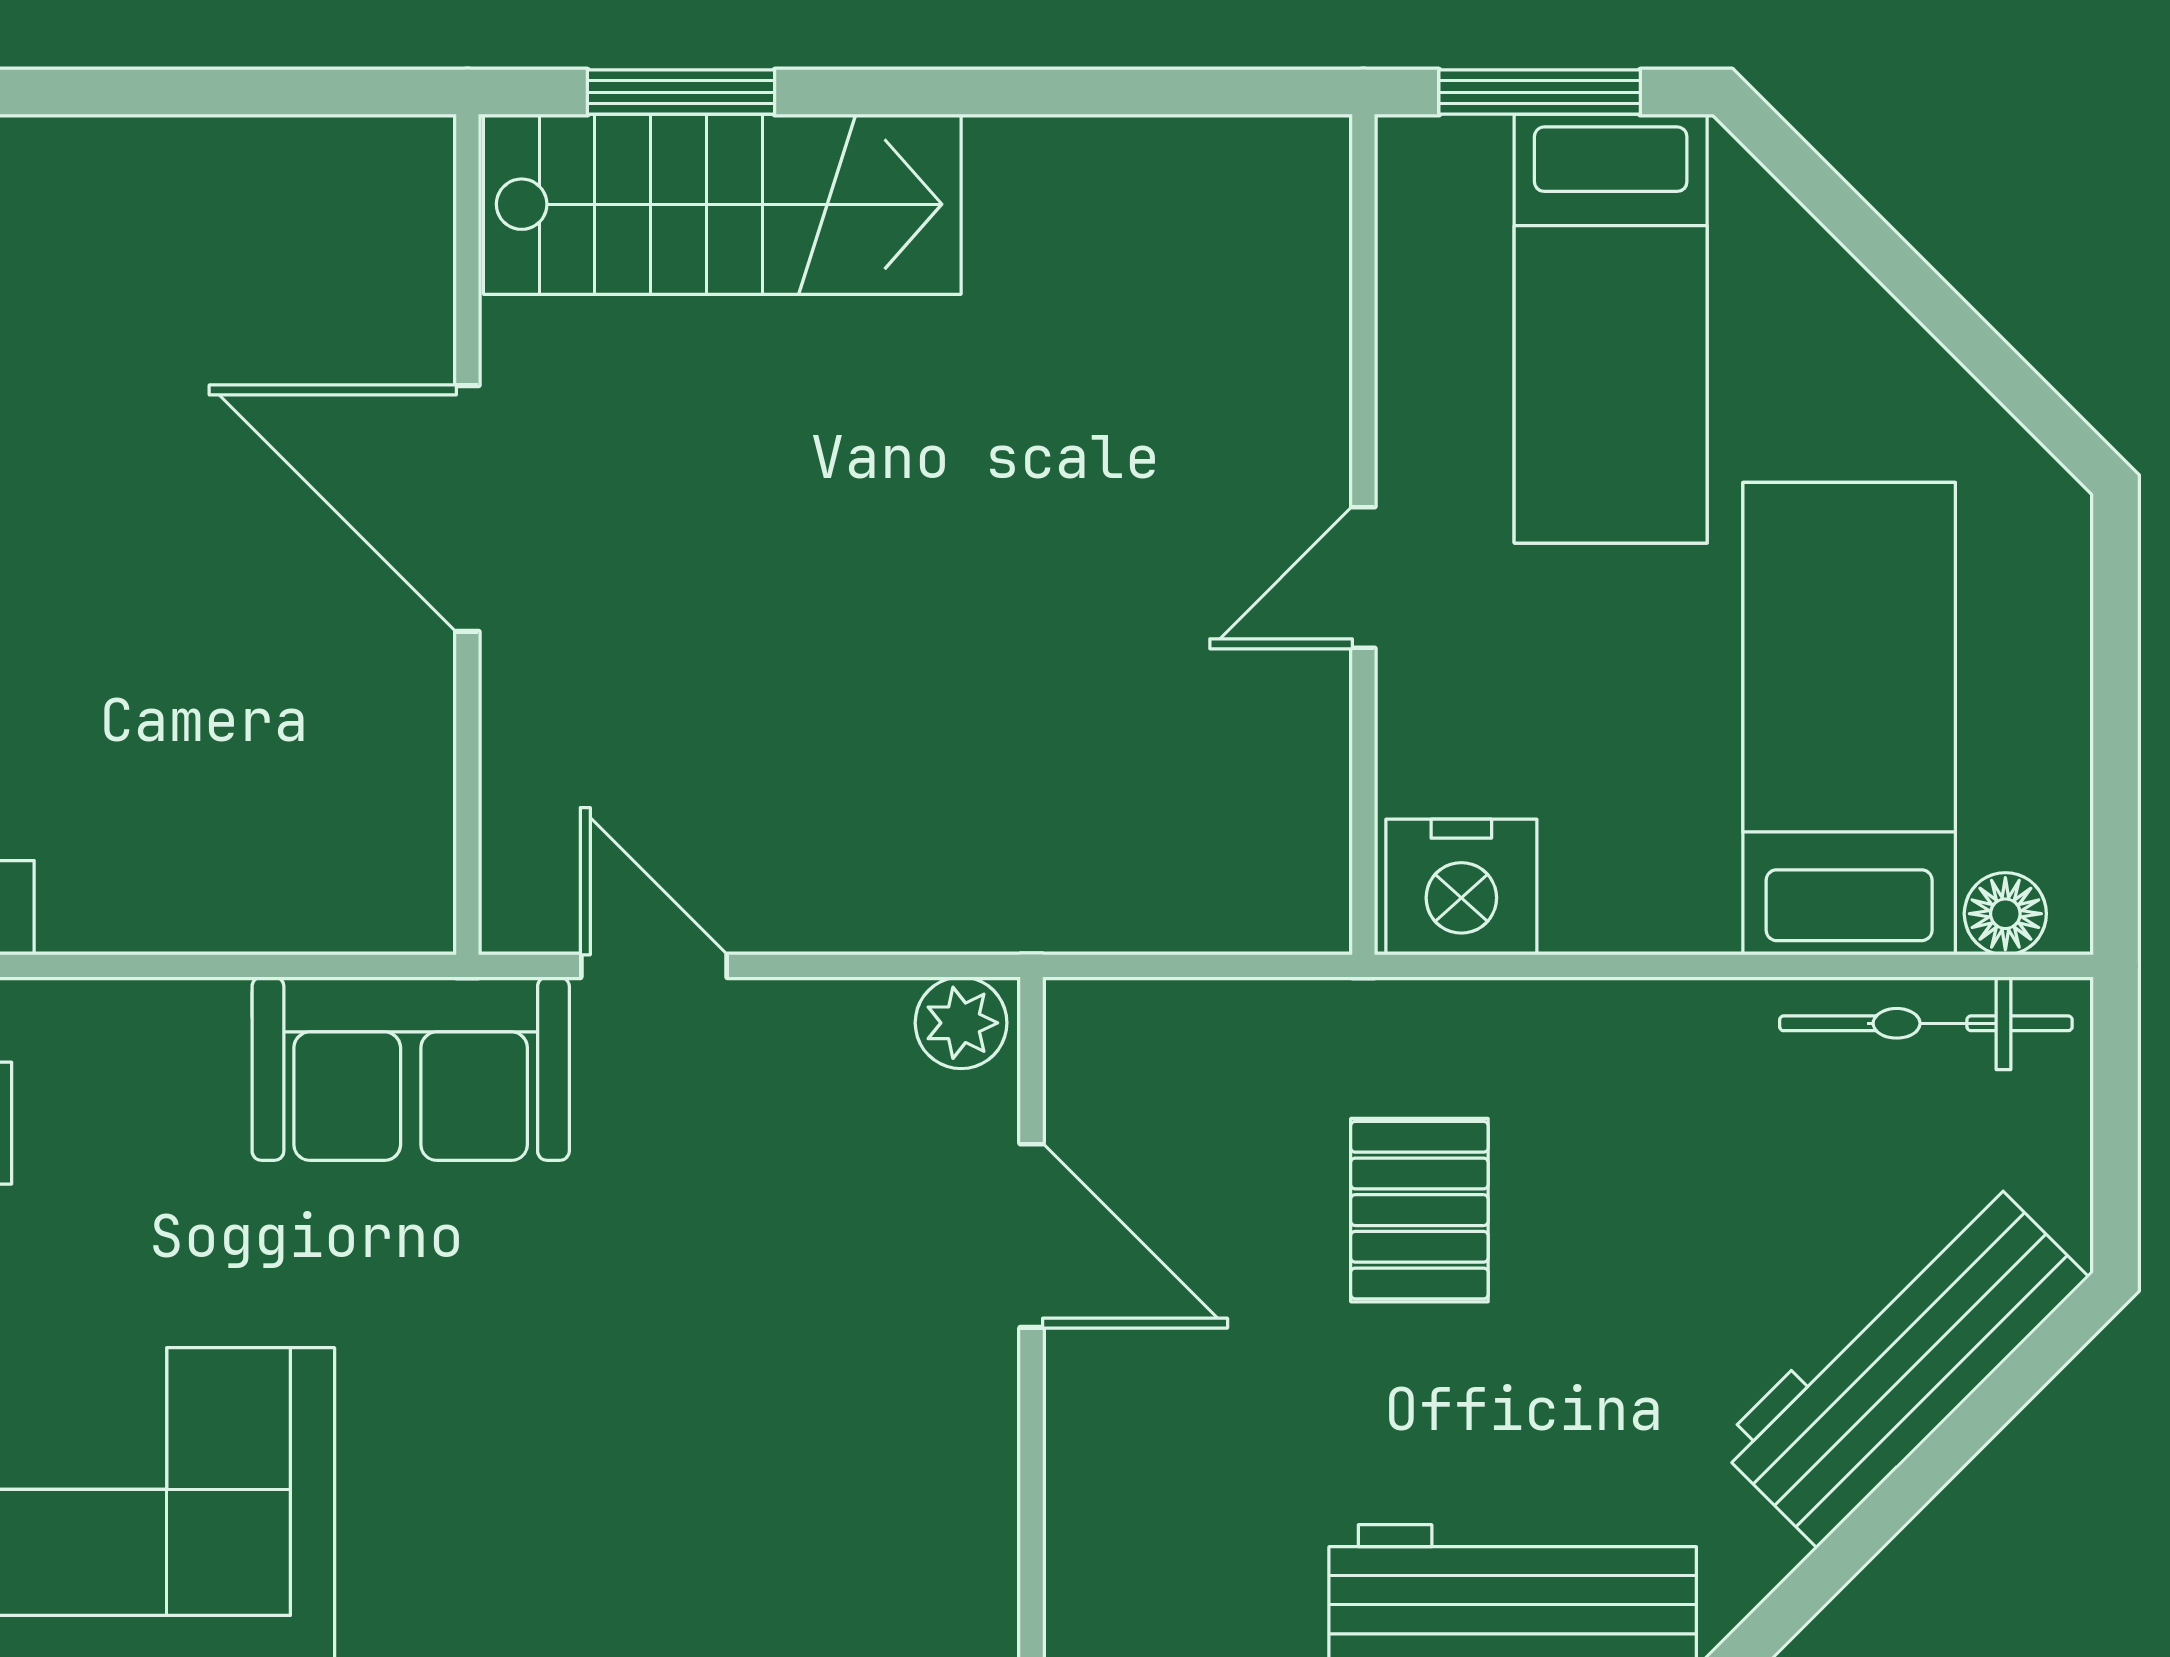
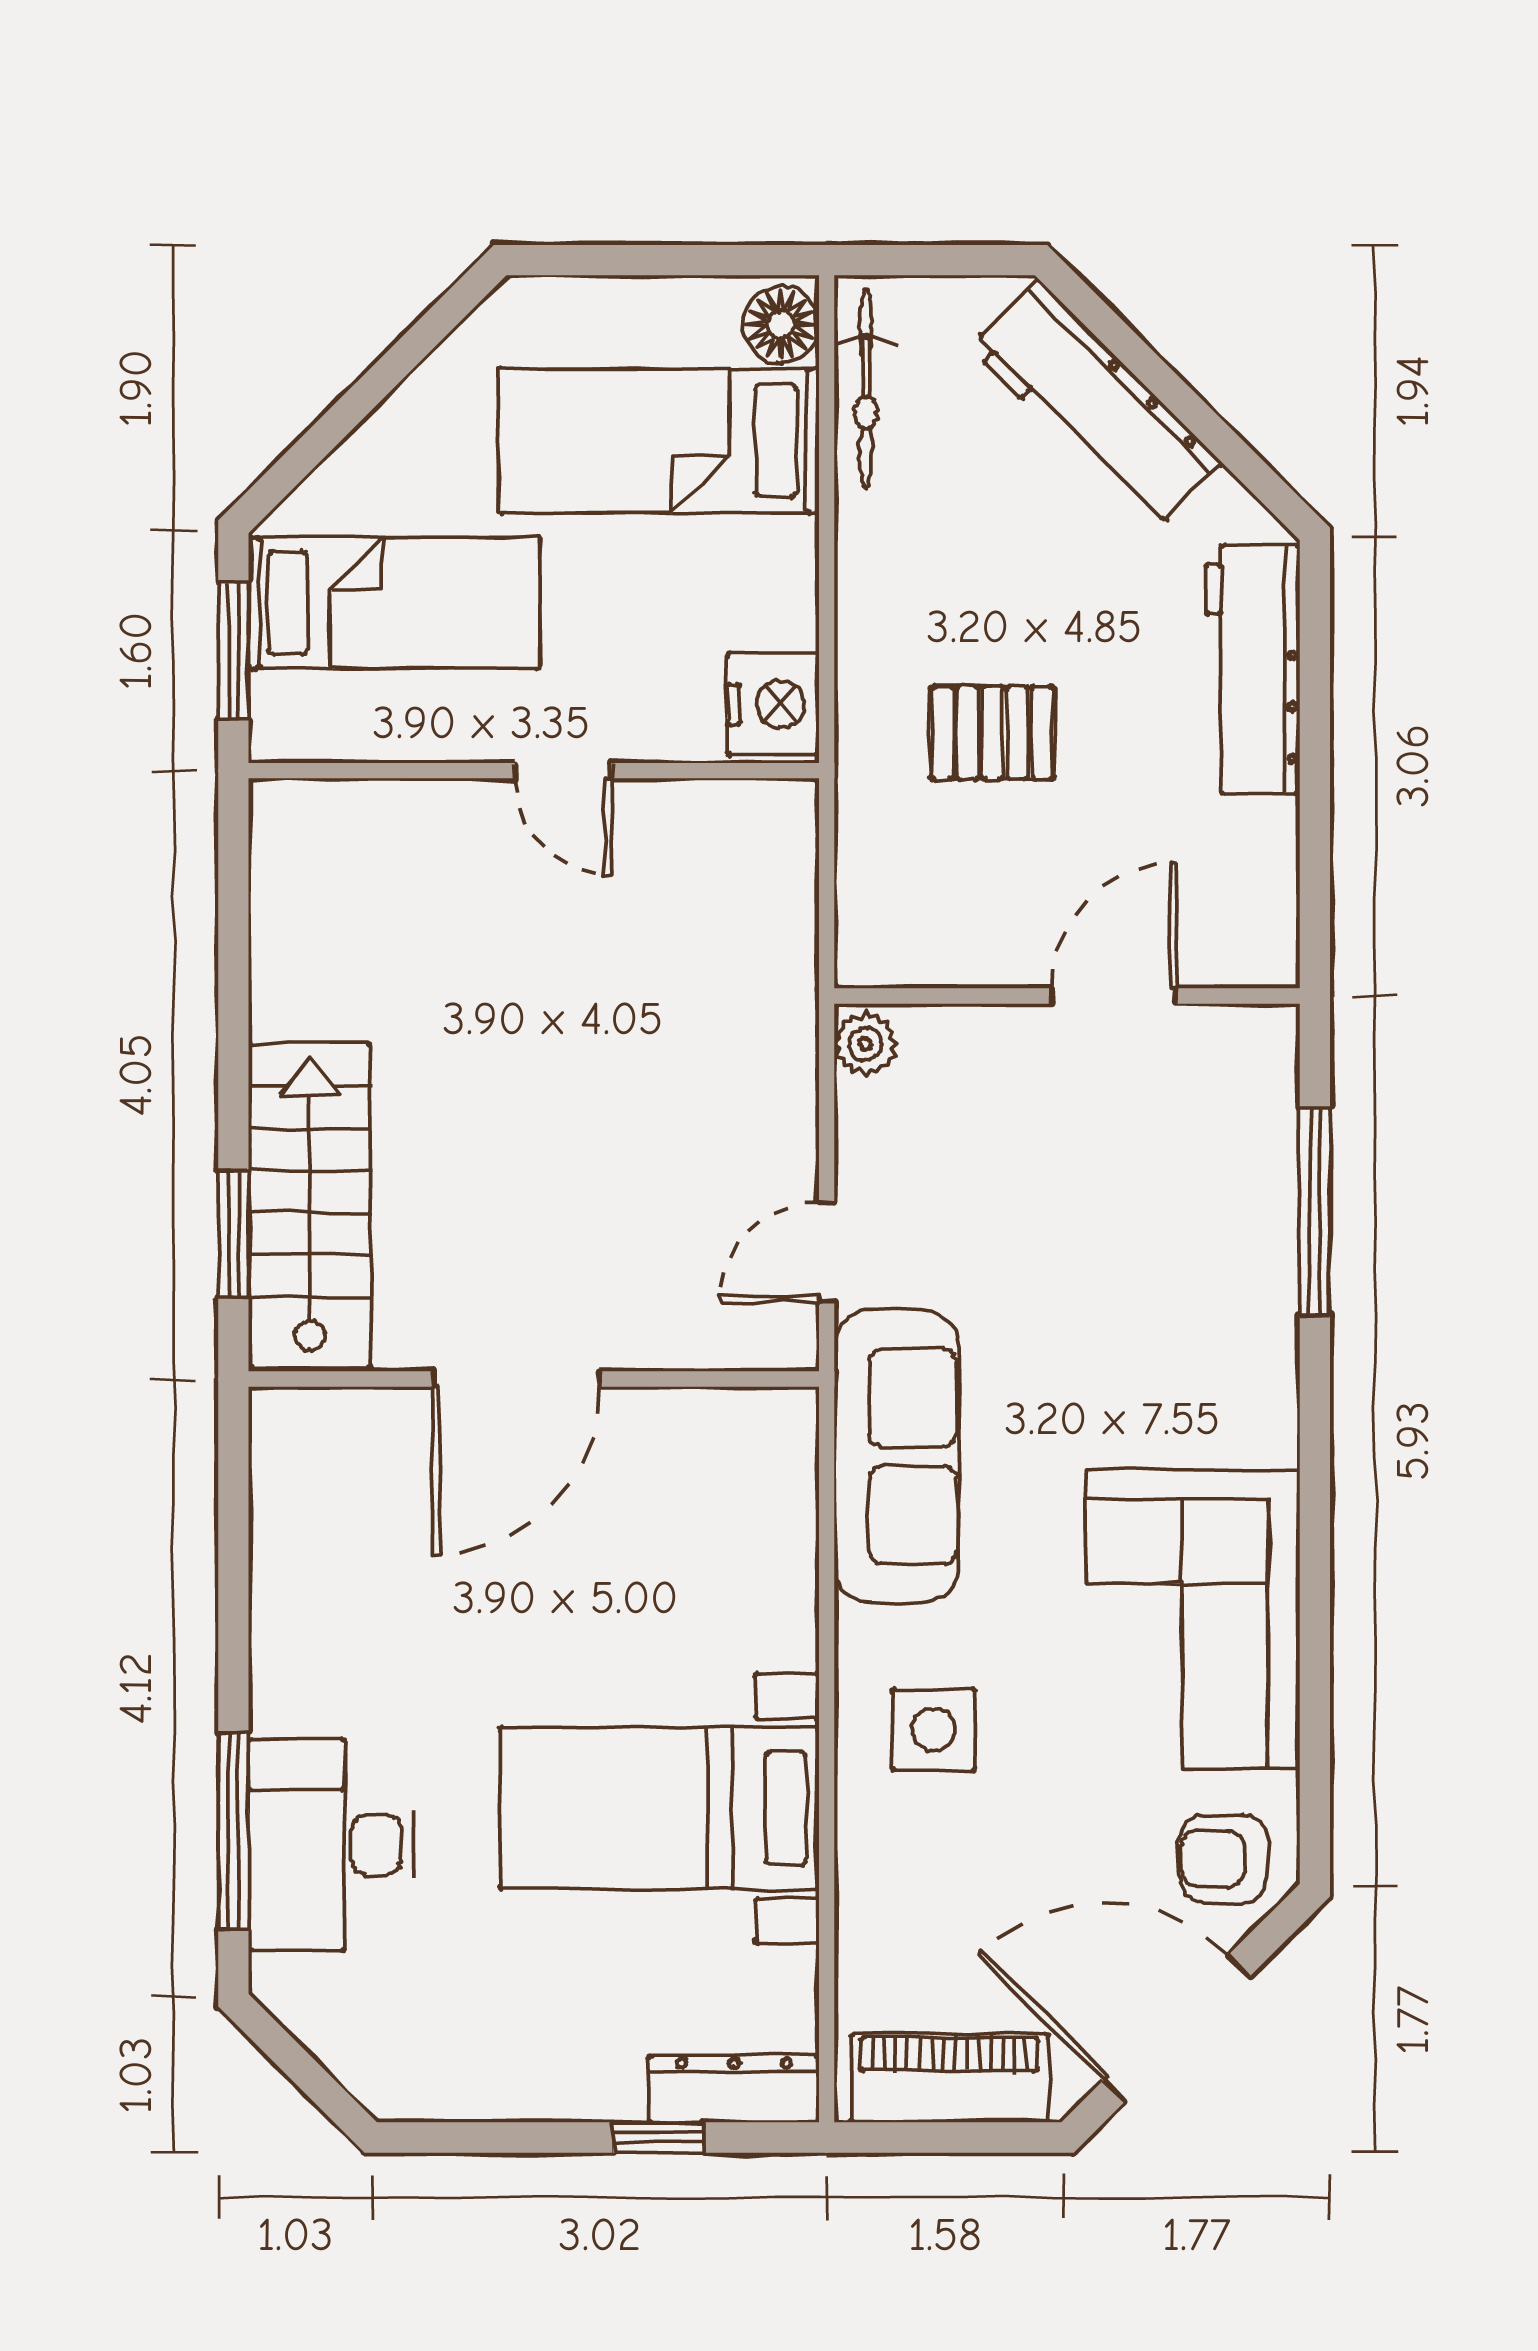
floor lamp: (2005, 914) -> (781, 325), width x1.37, depth x1.37
sofa: (411, 1069) -> (897, 1456), width x1.36
door: (1032, 1236) -> (1114, 996), moved

